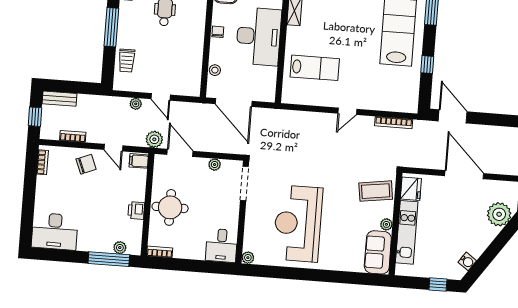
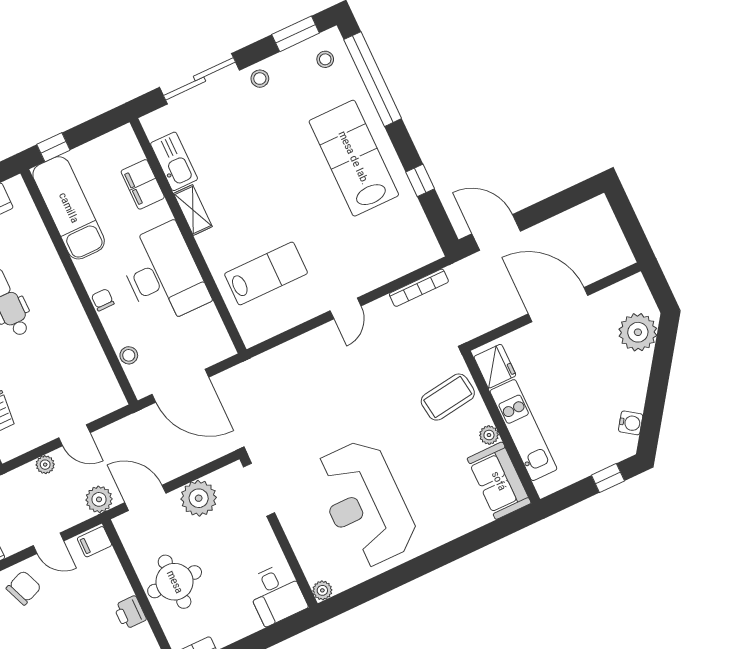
plant: (215, 165) -> (199, 498), width x1.87, depth x1.87

